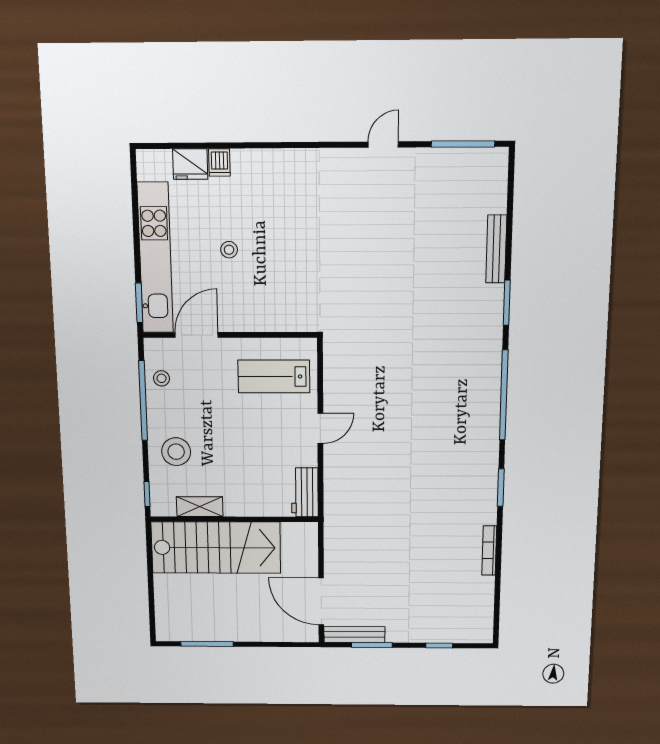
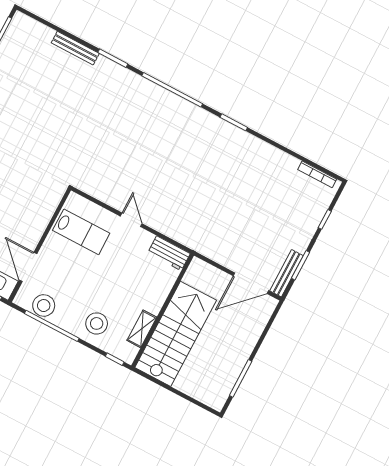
lab bench: (274, 376) -> (81, 232), turned -90
stool: (161, 378) -> (44, 306), width x1.89, depth x1.89
bookcase: (489, 550) -> (317, 174), moved

